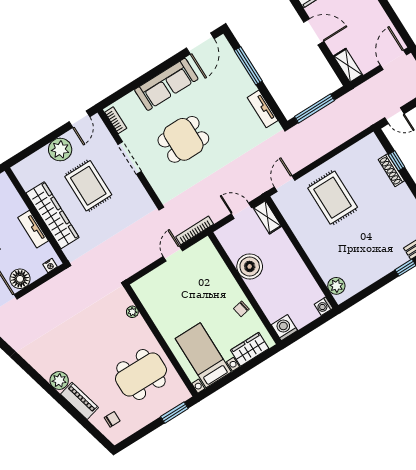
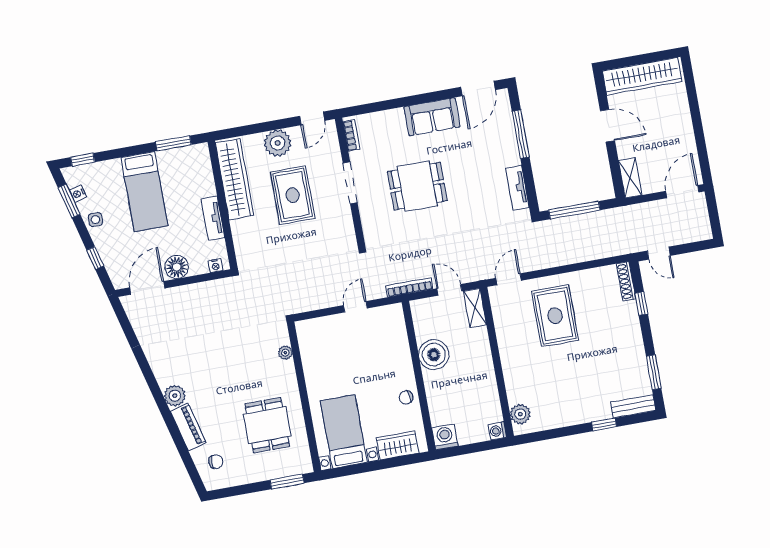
sofa: (166, 84) -> (432, 117), width x0.73
shoe rack: (391, 170) -> (626, 281), moved
wardrobe: (53, 215) -> (235, 179), moved
bookcase: (195, 230) -> (409, 287), moved
dining table: (141, 375) -> (267, 425), width x0.73

